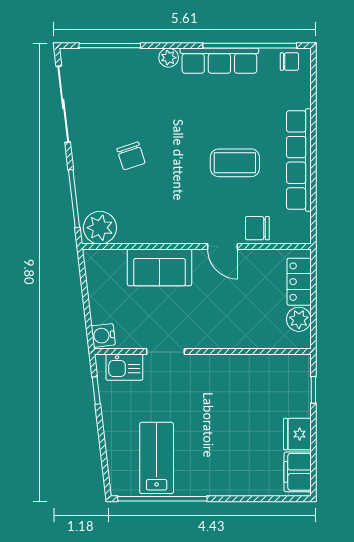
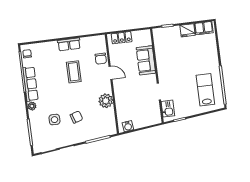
side table: (131, 105) -> (54, 120), added
row of seats: (299, 160) -> (69, 44), width x0.50
plant: (100, 228) -> (106, 101), moved
door: (223, 246) -> (111, 73), hinge flipped
sofa: (159, 267) -> (146, 60), moved, turned 180
plant: (299, 319) -> (138, 36), removed
water cooler: (103, 335) -> (128, 126), moved
lab bench: (157, 458) -> (205, 90), turned 90

